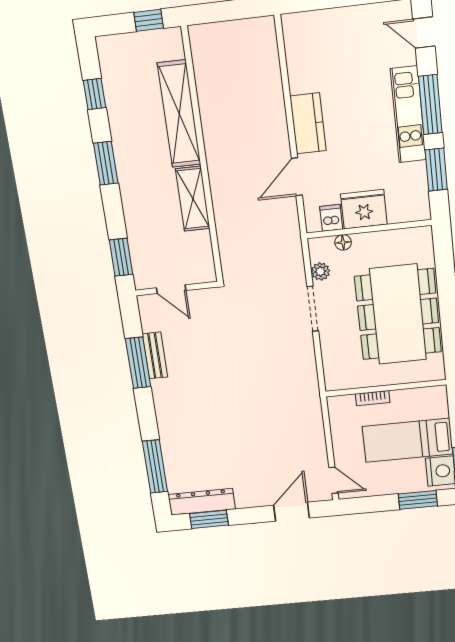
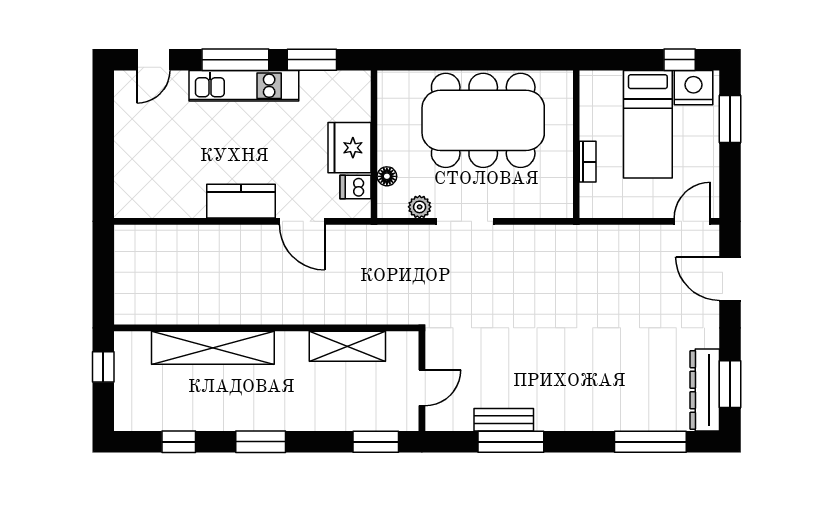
shelving: (193, 199) -> (347, 346), moved

